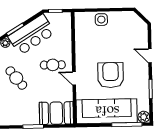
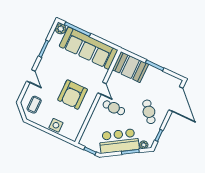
coffee table: (133, 29) -> (34, 105), added
armchair: (111, 75) -> (73, 95), moved

